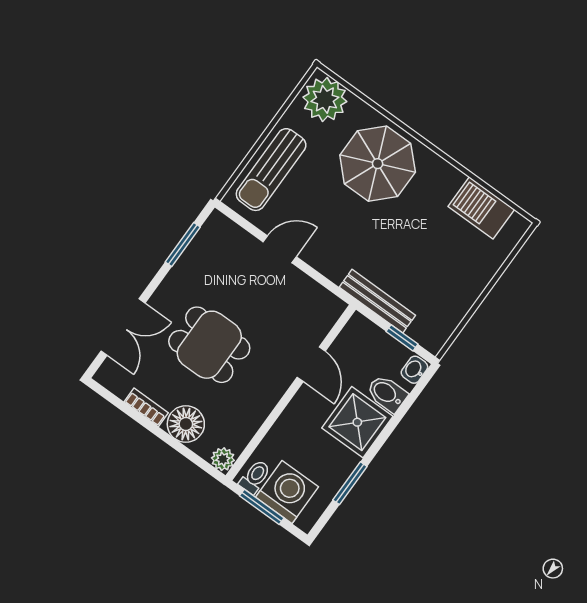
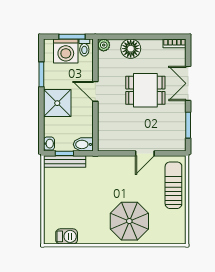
plant: (325, 99) -> (172, 232), removed
barbecue: (481, 208) -> (67, 236), width x0.73, depth x0.79
bench: (377, 301) -> (65, 162), moved
double door: (123, 327) -> (188, 83), moved
door: (311, 364) -> (95, 91), moved
bidet: (387, 394) -> (83, 144), moved, turned 180
bookcase: (146, 407) -> (175, 43), moved

